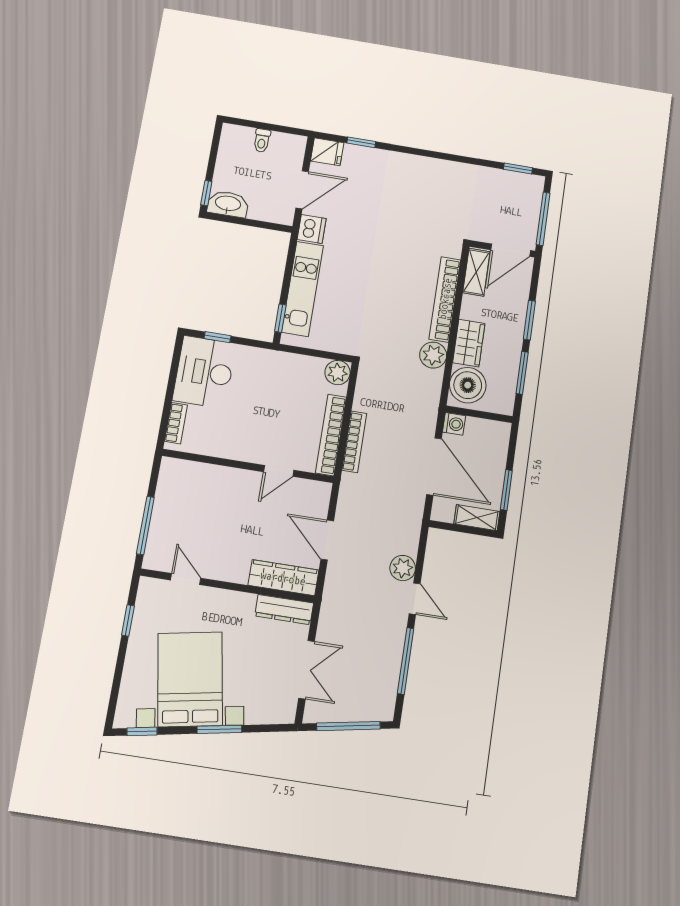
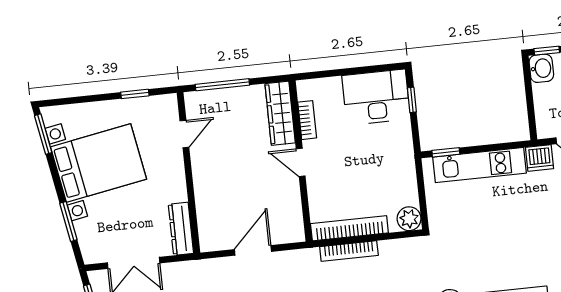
washbasin: (228, 204) -> (541, 68), width x0.72
bookcase: (176, 423) -> (307, 120), moved, turned -90
door: (279, 471) -> (301, 162), moved
wardrobe: (283, 578) -> (280, 113), moved, turned 180
window: (219, 729) -> (68, 221), moved
window: (142, 731) -> (43, 134), width x1.50

